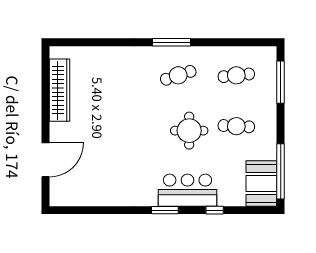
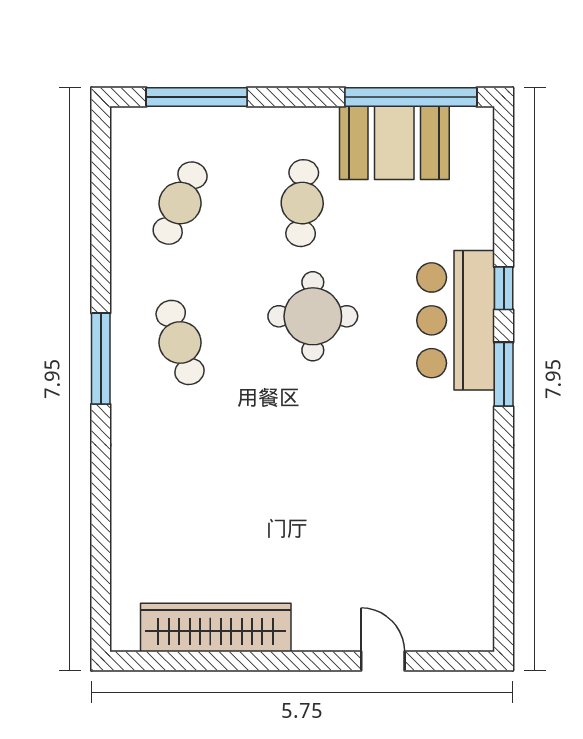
cafe table: (236, 75) -> (180, 203), turned 30
door: (46, 160) -> (383, 661), width x0.53
booth: (261, 183) -> (394, 143), moved
window: (215, 210) -> (504, 288), moved

